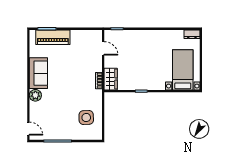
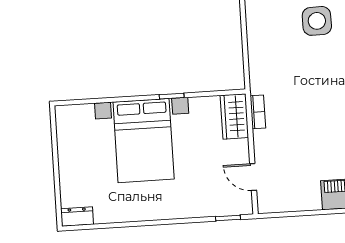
bed with nightstands: (183, 70) -> (144, 141), moved, width x1.36
side table: (86, 117) -> (317, 21), moved

